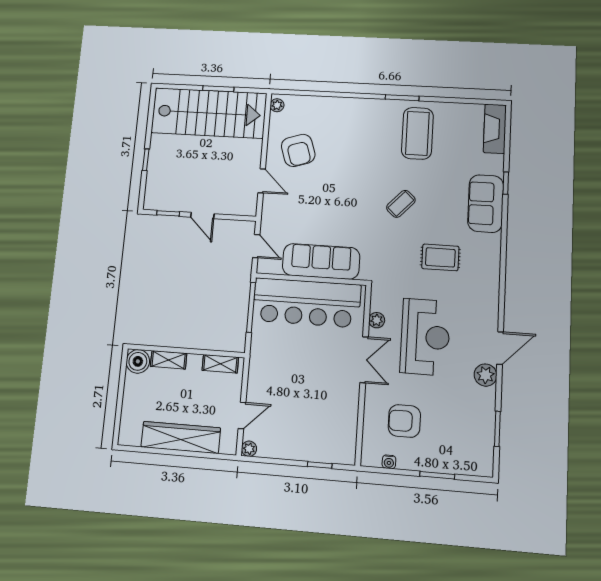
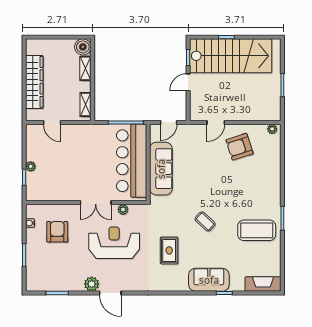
stairs: (209, 113) -> (231, 56), moved, turned -90
reception desk: (425, 337) -> (114, 243), turned 180
plant: (249, 449) -> (31, 166), moved

